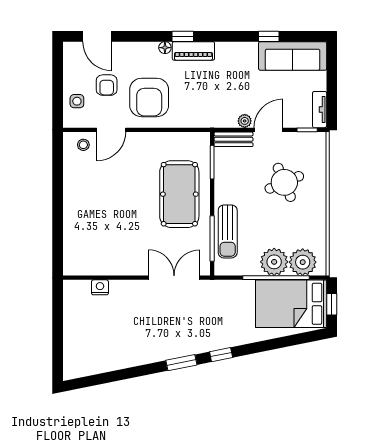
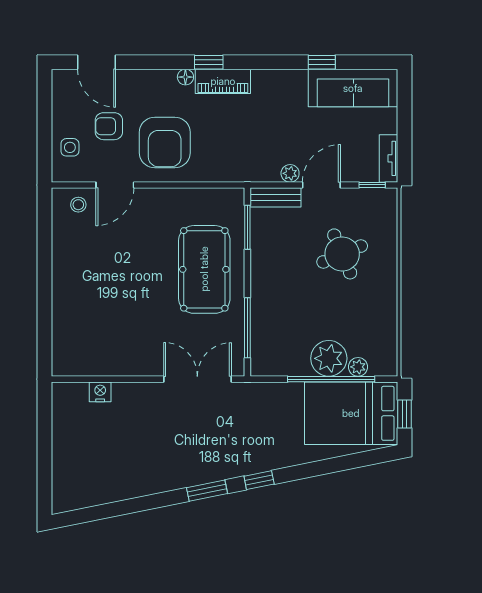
armchair: (107, 85) -> (109, 126), turned 90
sun lounger: (228, 231) -> (268, 318), removed
plant: (303, 262) -> (358, 367), width x0.53, depth x0.53

